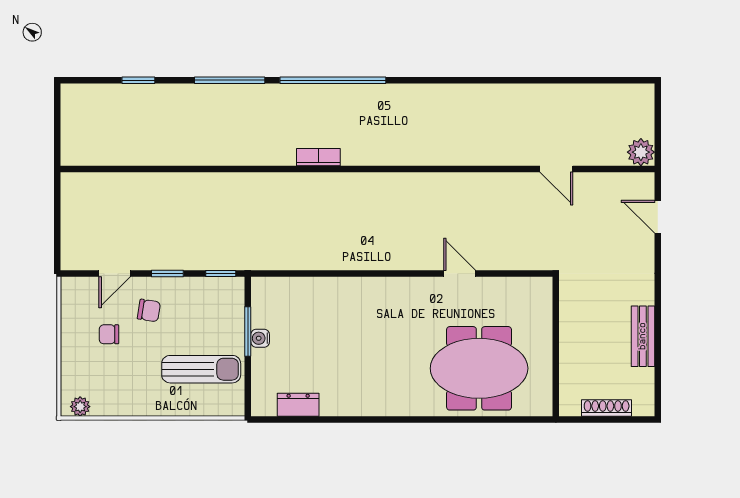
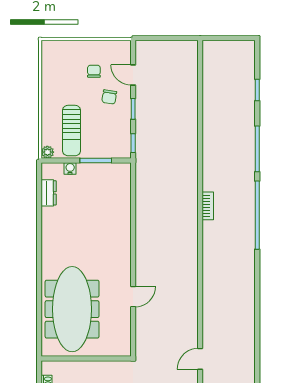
water cooler: (260, 338) -> (70, 168), moved
meeting table: (479, 368) -> (72, 309), width x1.36
plant: (80, 407) -> (47, 152), moved

